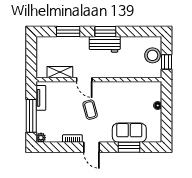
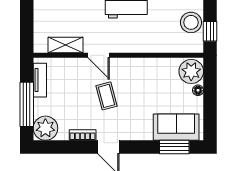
plant: (153, 92) -> (191, 71), added
sofa: (129, 133) -> (176, 127), moved
plant: (41, 138) -> (45, 128), width x1.88, depth x1.88
window: (129, 147) -> (174, 147), moved

